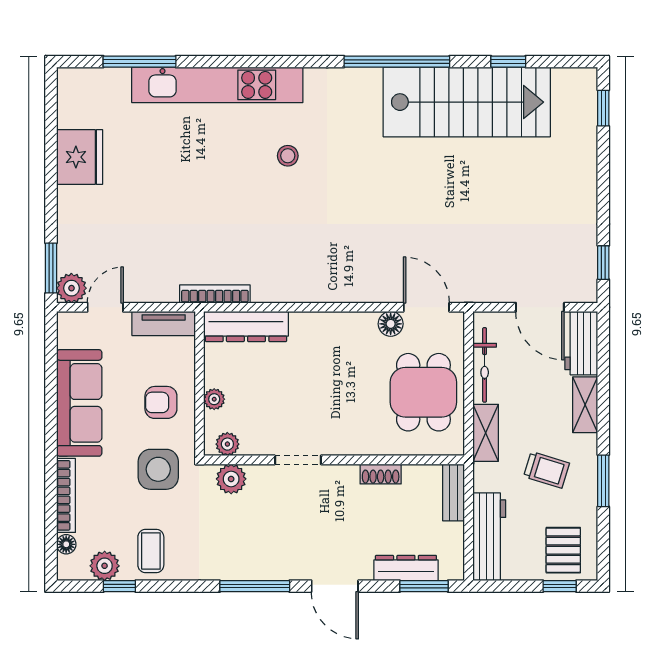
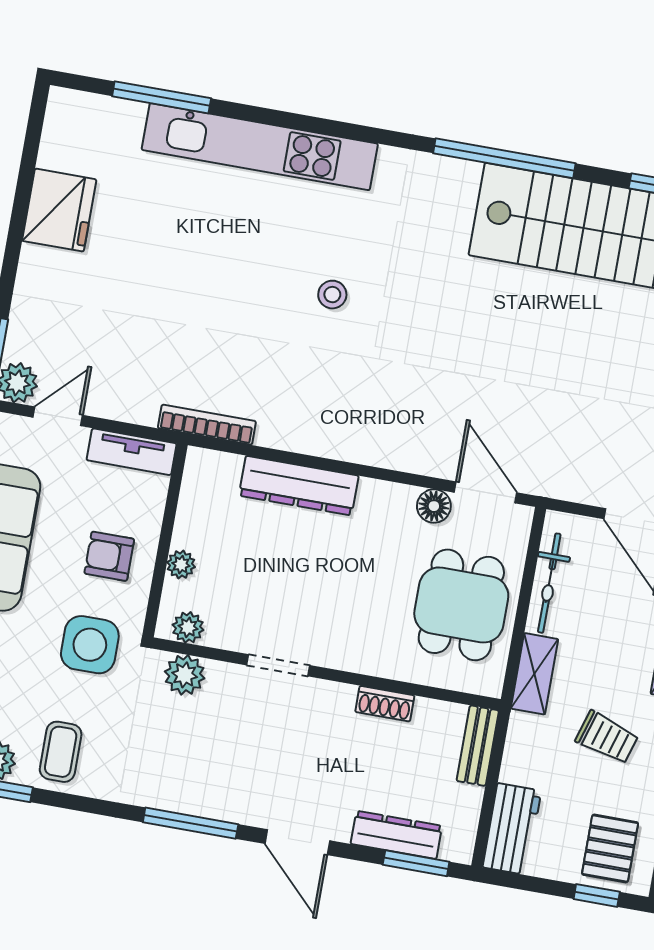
stool: (288, 156) -> (332, 295), moved
dresser: (246, 326) -> (299, 486), moved
workbench: (489, 537) -> (512, 829), width x0.73

